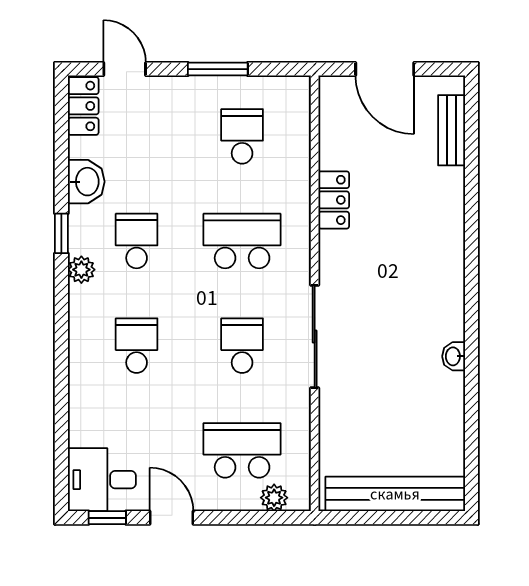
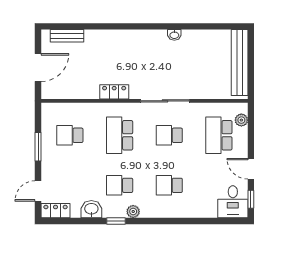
locker: (334, 200) -> (114, 92), moved
door: (171, 518) -> (251, 169), hinge flipped

